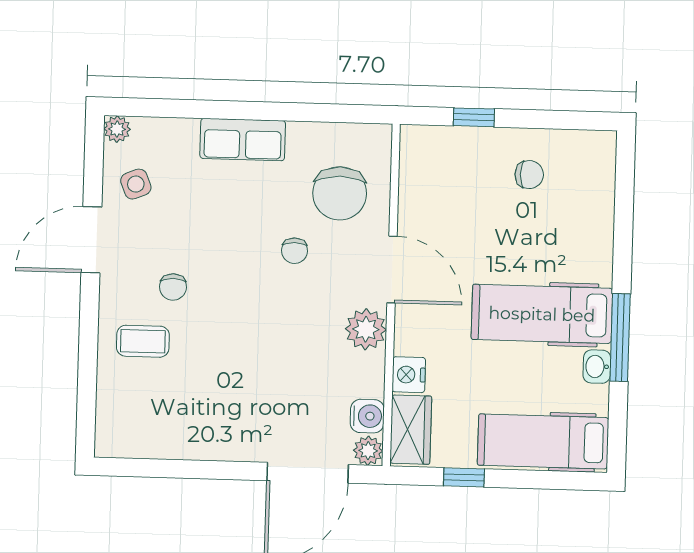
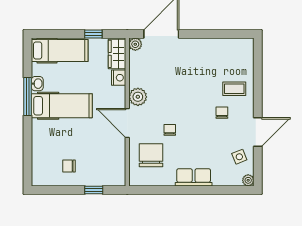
water cooler: (367, 416) -> (136, 59), removed

